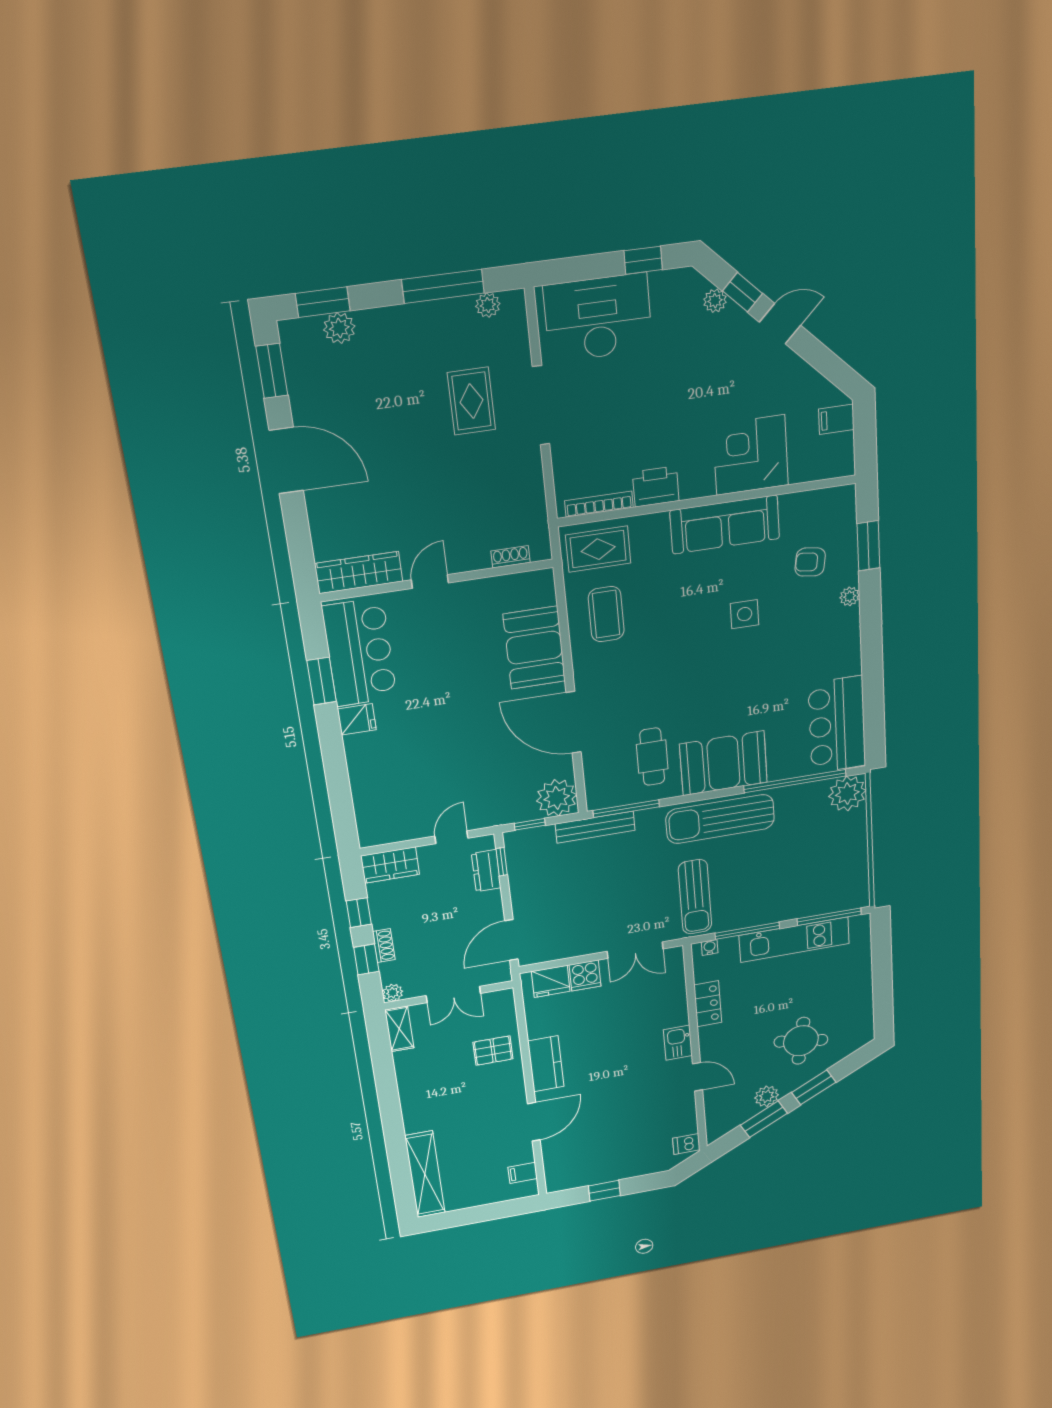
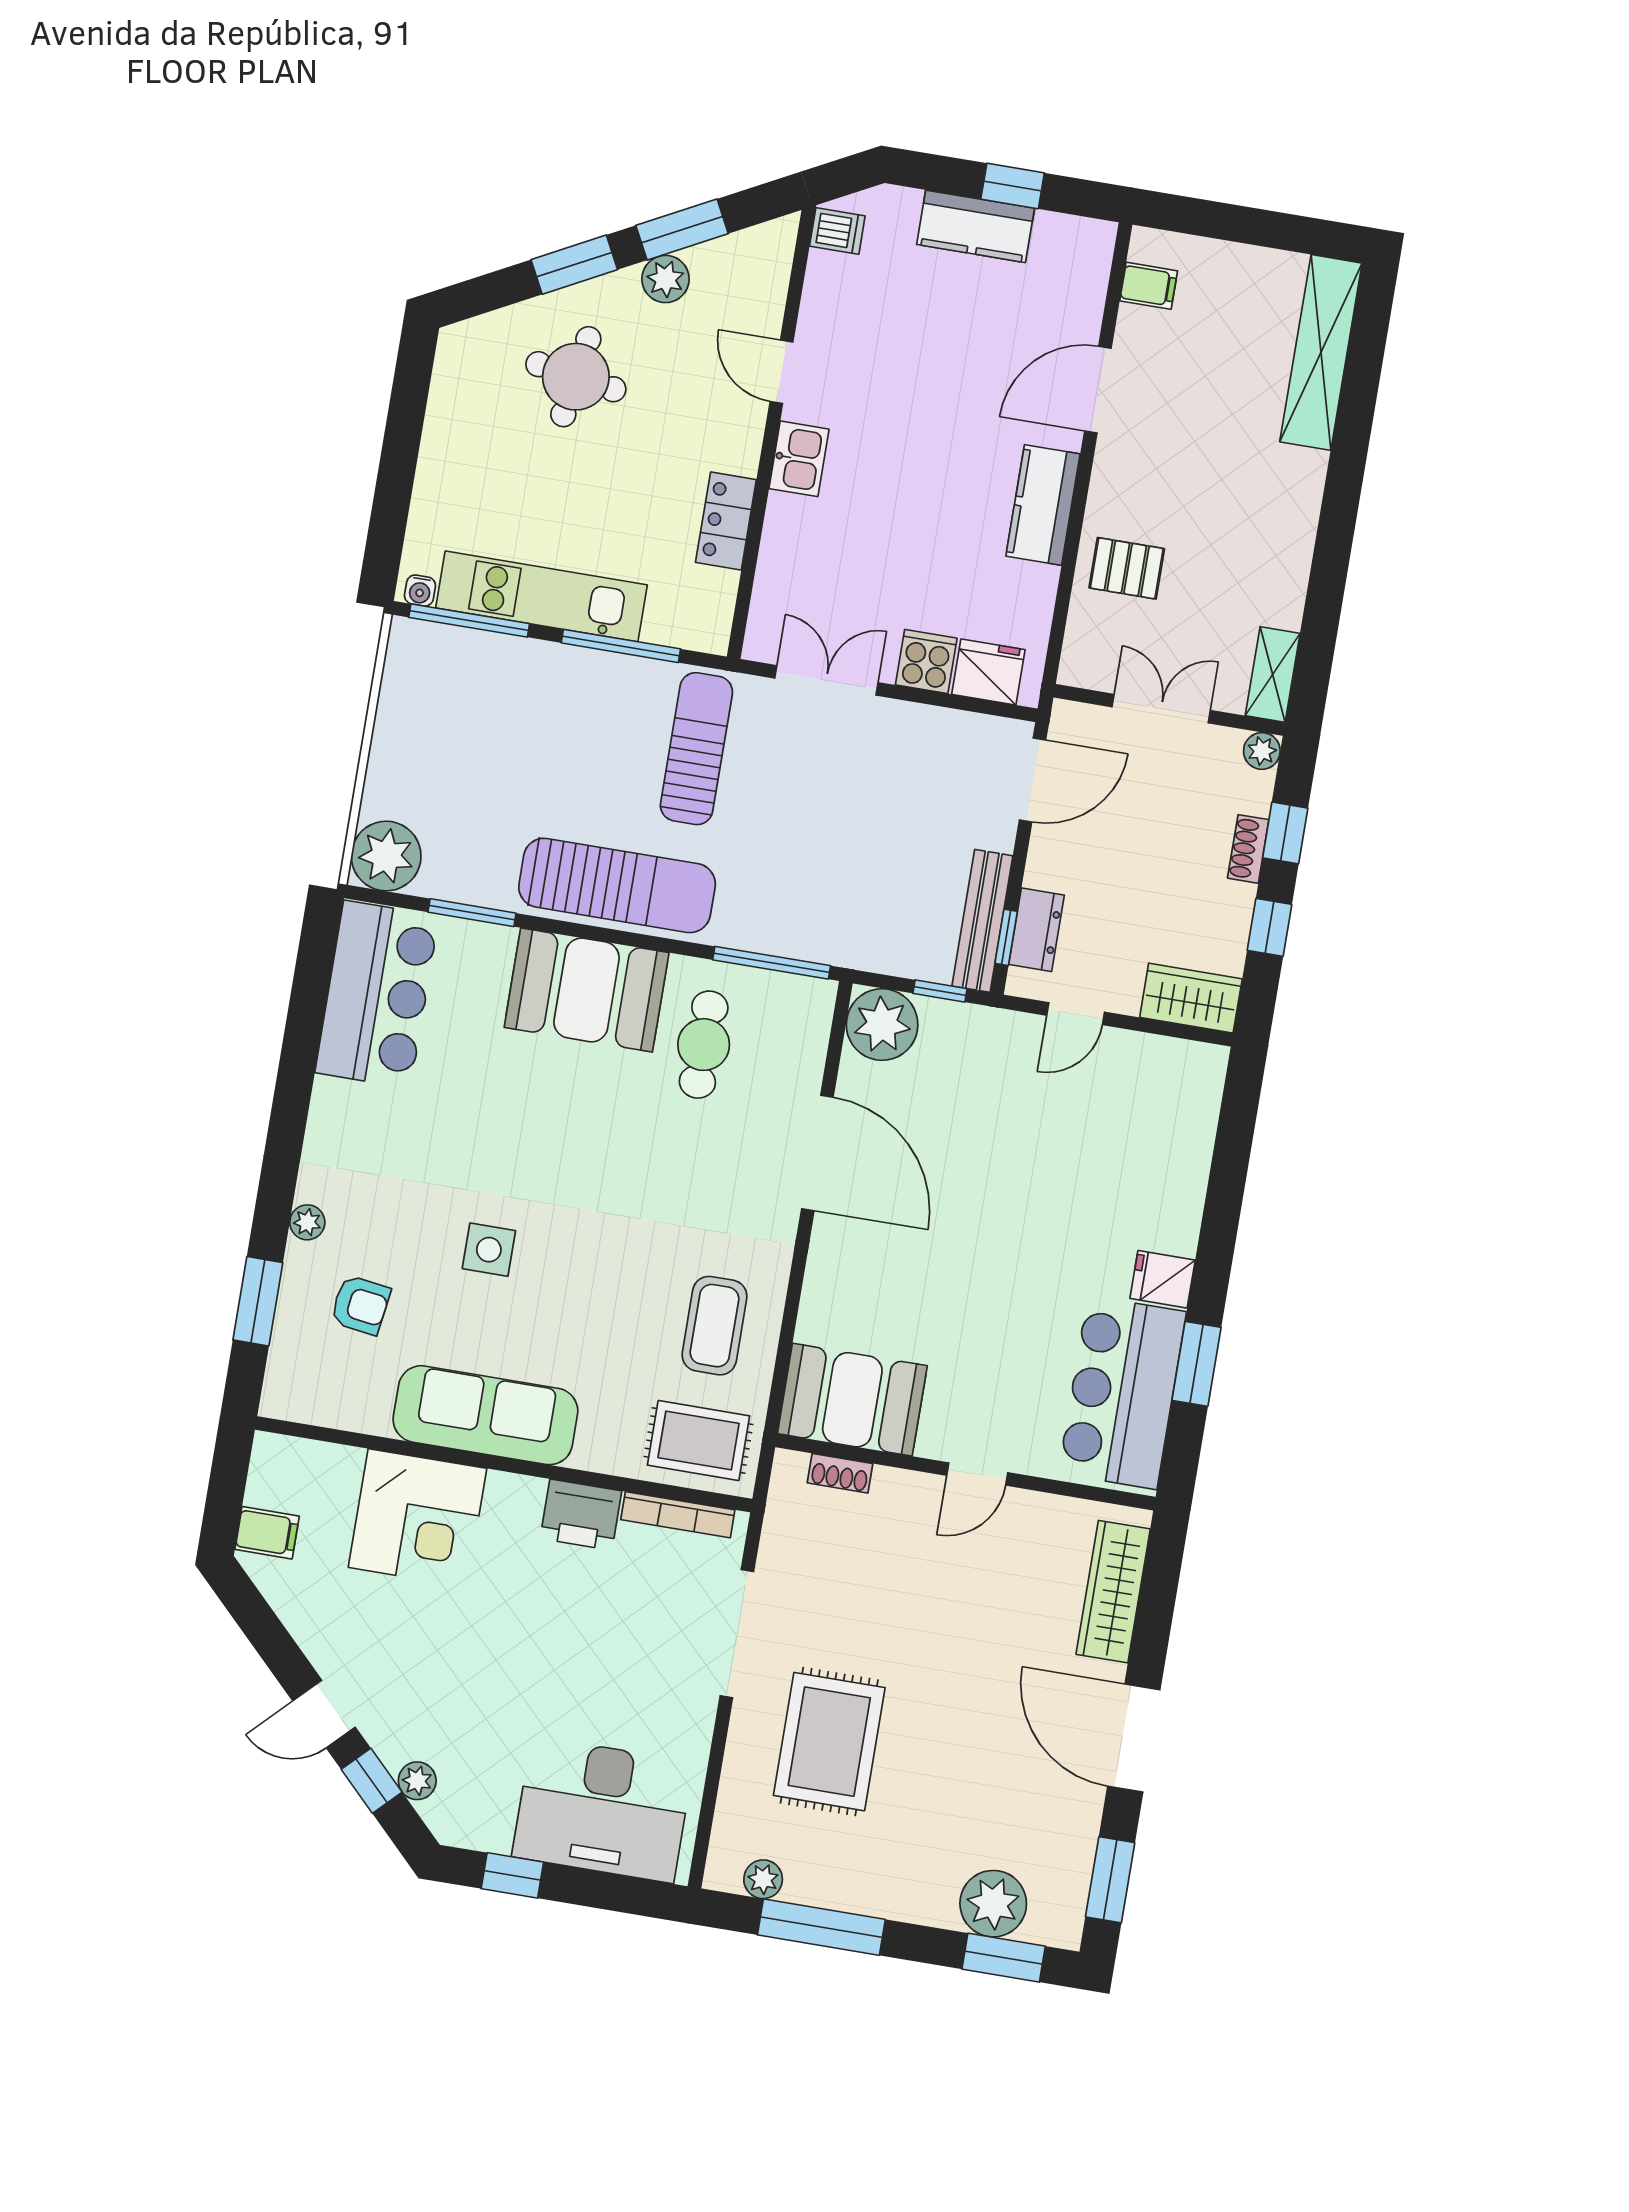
plant: (339, 328) -> (993, 1904), width x1.36, depth x1.36
rug: (471, 401) -> (829, 1742), width x1.36, depth x1.43
doorway: (541, 405) -> (737, 1634), moved
wardrobe: (359, 572) -> (1113, 1592), moved, turned 90
booth: (534, 648) -> (852, 1400), moved, turned 90
window: (795, 781) -> (472, 913), width x0.47
bench: (595, 827) -> (982, 921), moved, turned 90
water cooler: (710, 947) -> (420, 591), moved
kitchen counter: (618, 1168) -> (976, 226), added

